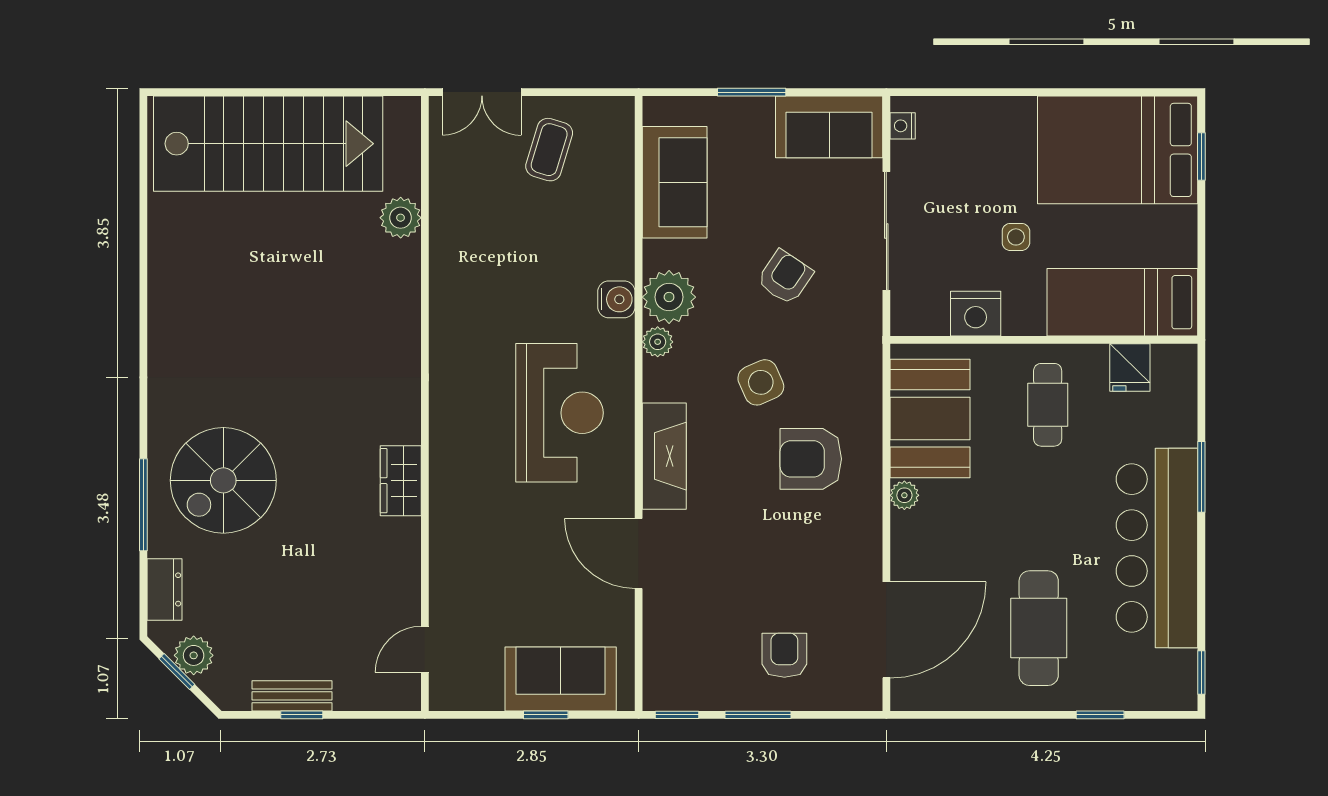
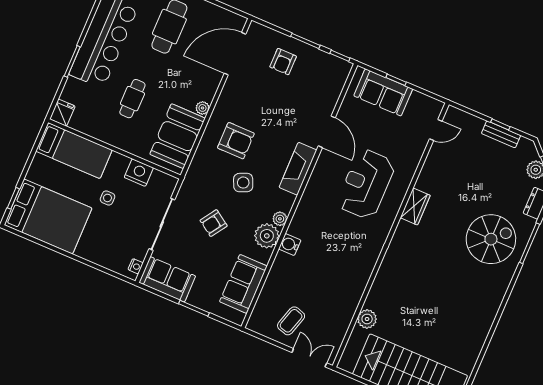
fridge: (1130, 367) -> (62, 113), moved
cafe table: (1048, 405) -> (132, 99), moved
reception desk: (559, 413) -> (366, 184), moved

